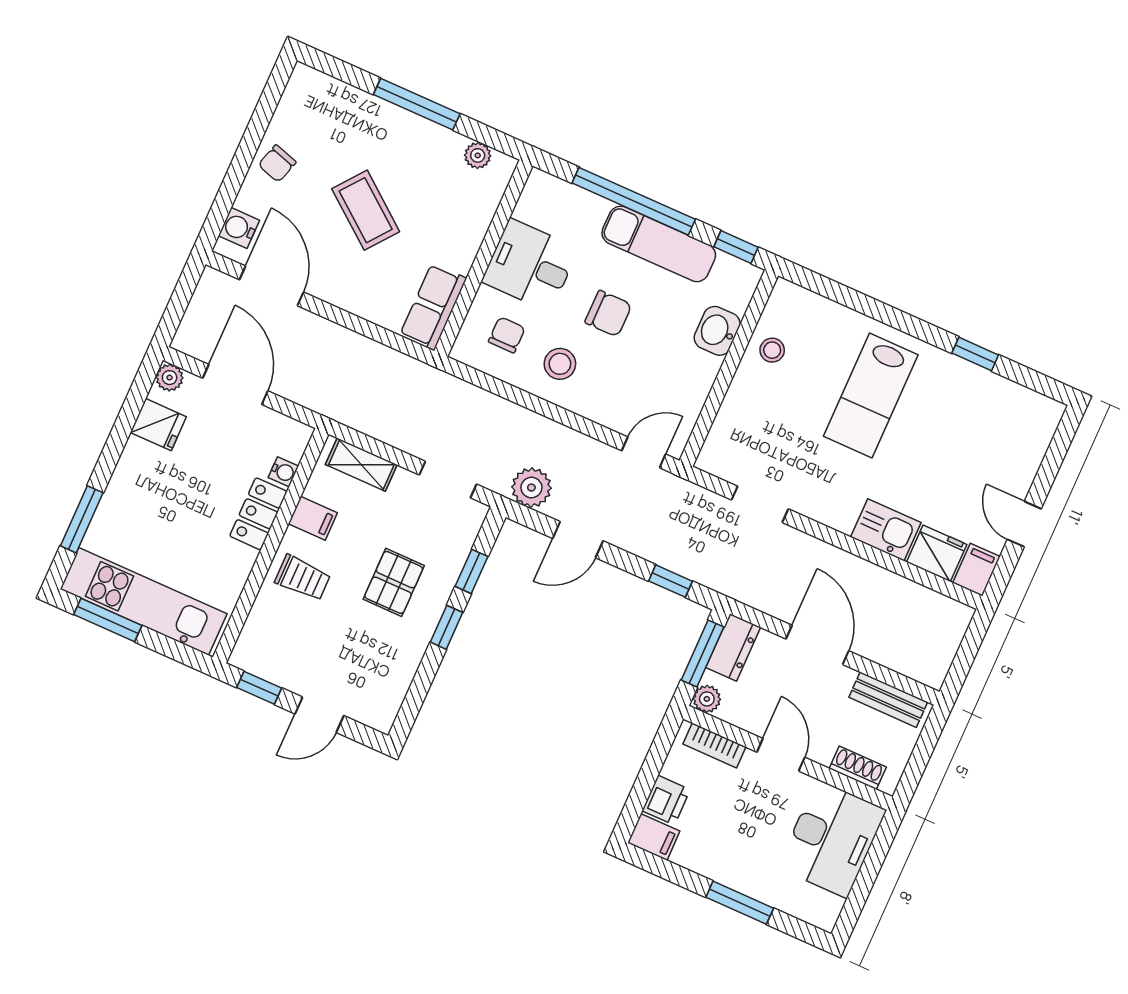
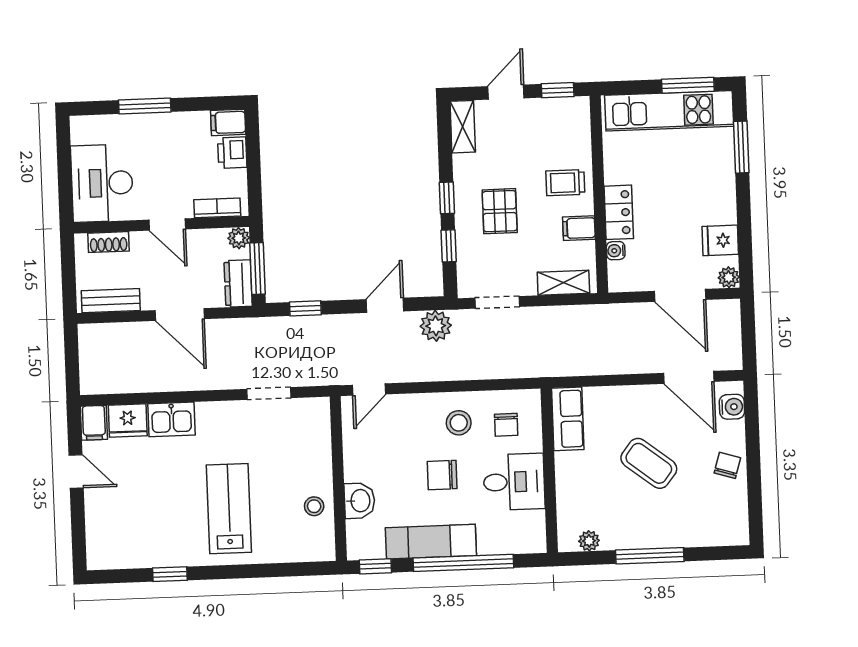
shelving: (388, 700) -> (463, 127), added

